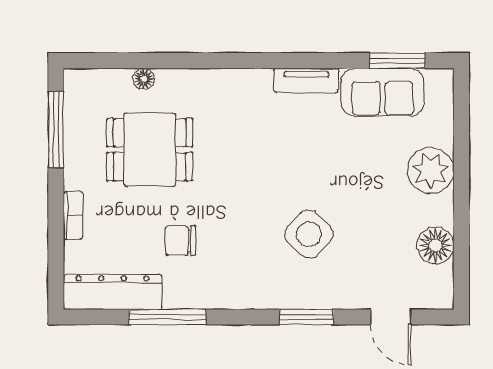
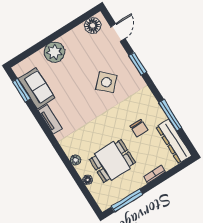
plant: (197, 80) -> (75, 160), added
dining table: (150, 150) -> (112, 161), turned 90
floor lamp: (435, 245) -> (93, 25), moved

